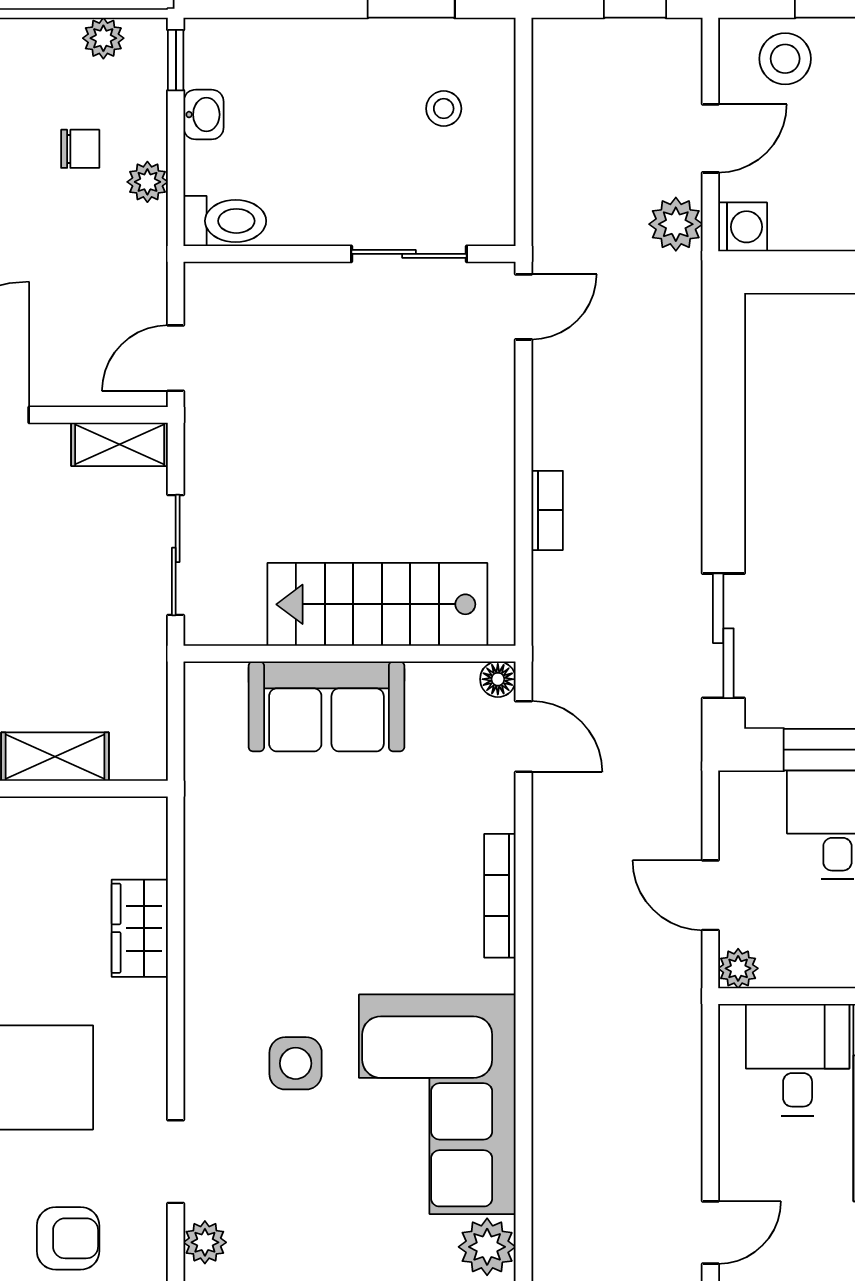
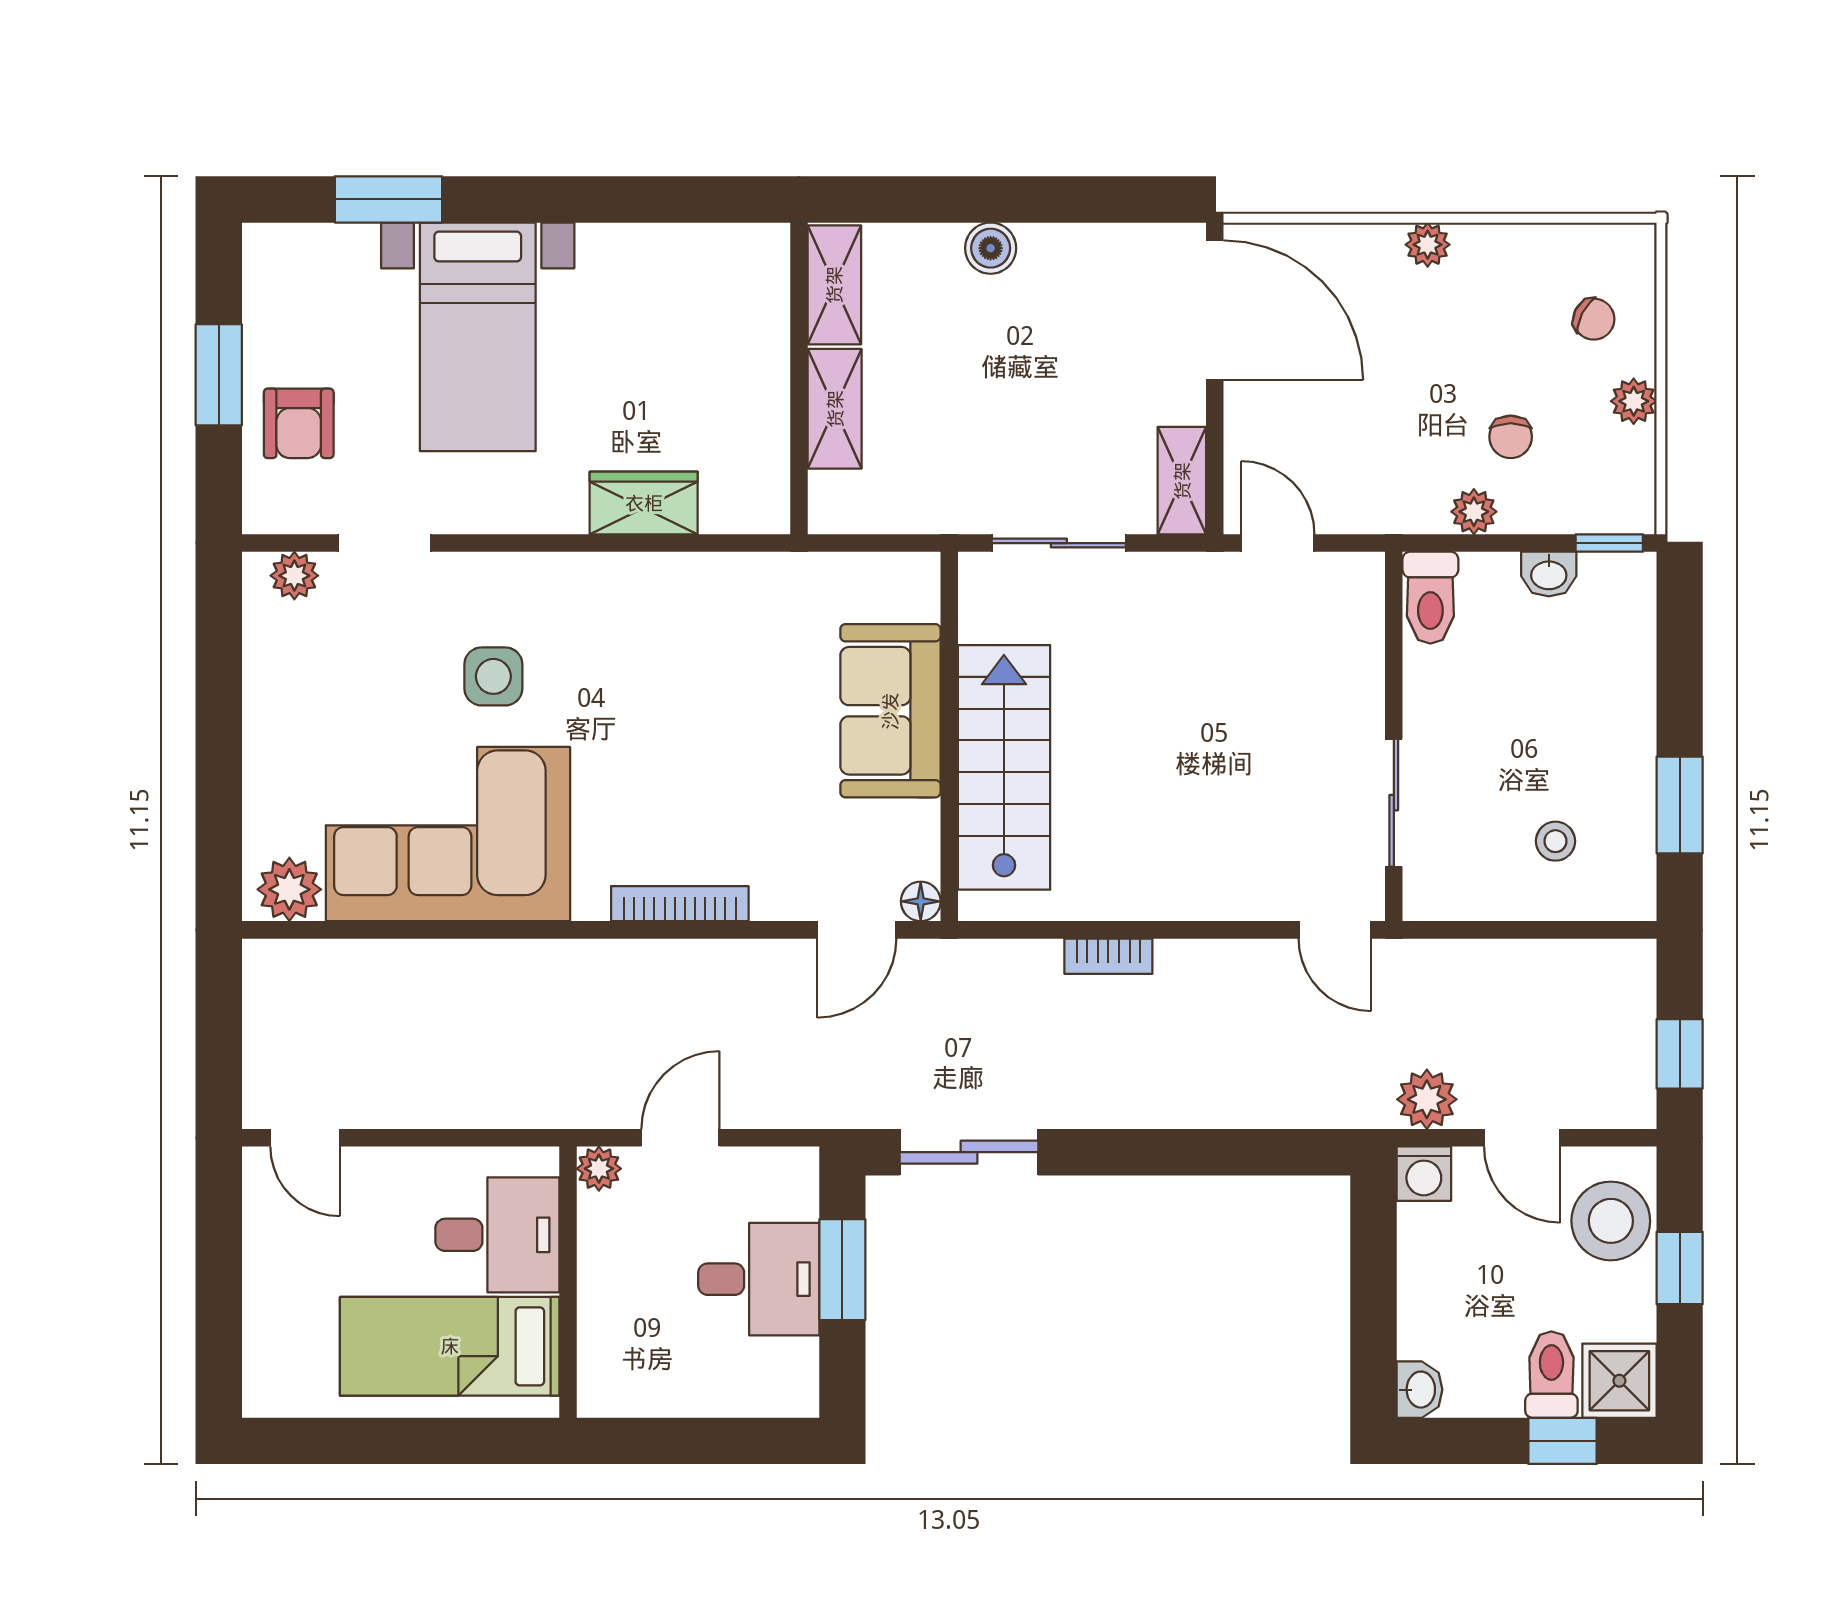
plant: (103, 38) -> (1634, 401), moved
stool: (785, 59) -> (1611, 1221), width x1.38, depth x1.38

